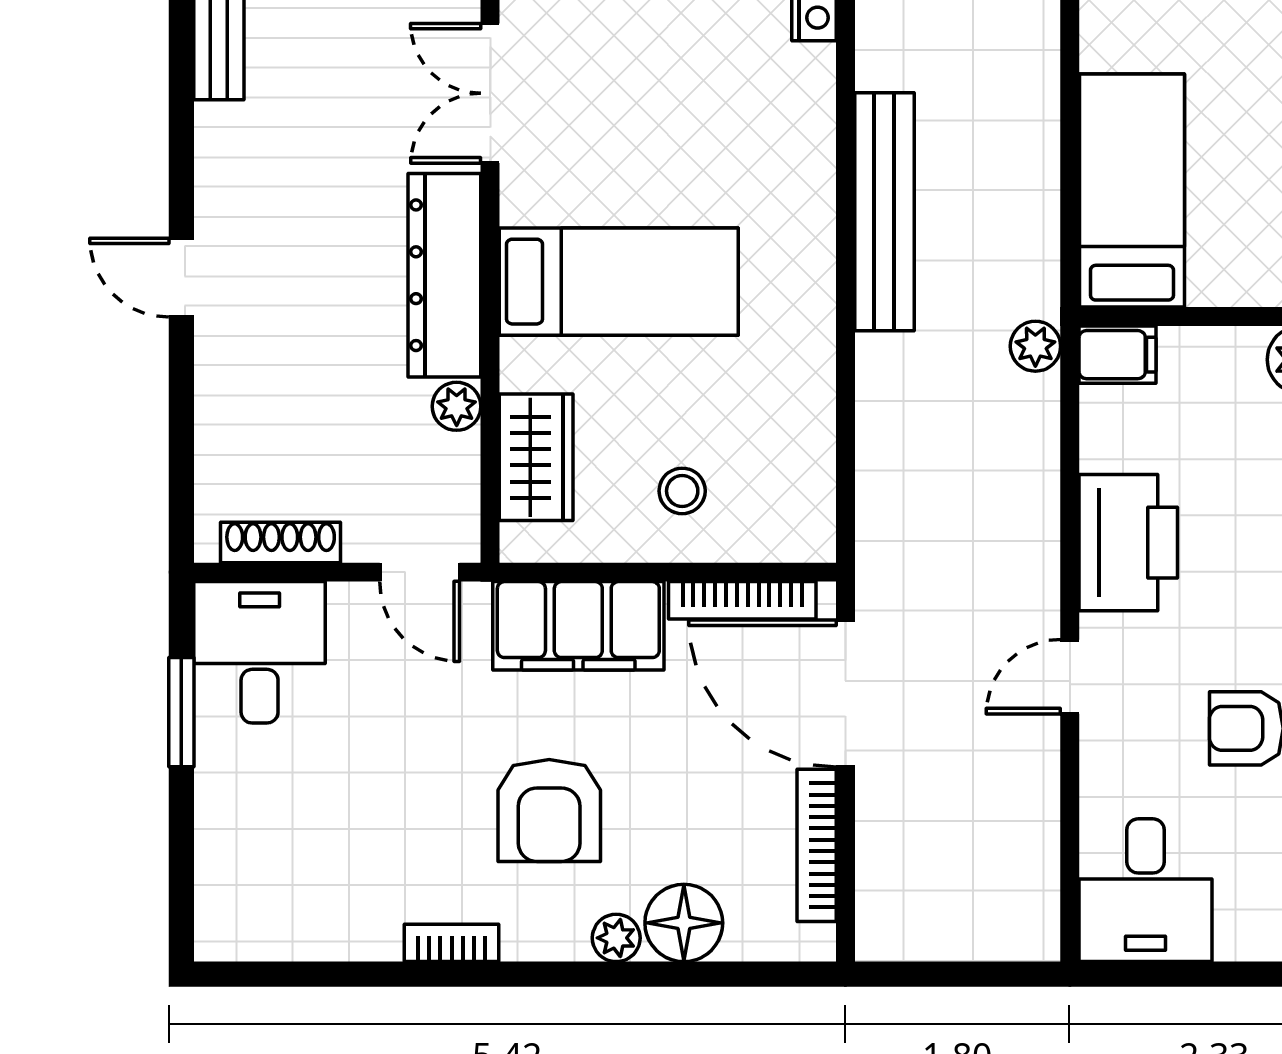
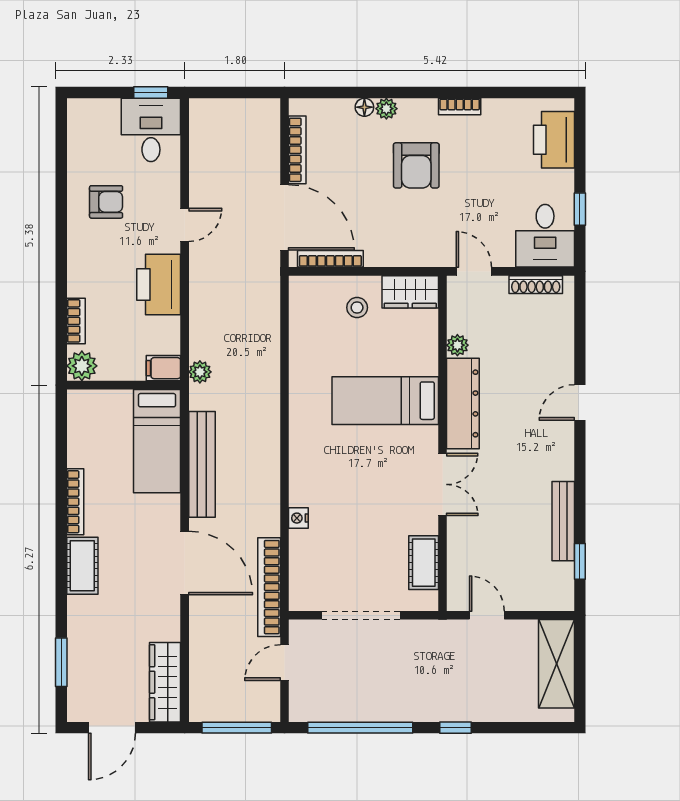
bench: (884, 212) -> (202, 464), moved
door: (181, 278) -> (580, 402), swing flipped
wardrobe: (536, 457) -> (410, 292), moved, turned -90
filing cabinet: (578, 626) -> (403, 248), removed
window: (181, 712) -> (580, 209), width x0.67
armchair: (549, 810) -> (416, 165), turned 180
printer: (240, 868) -> (554, 140), added
floor lamp: (684, 923) -> (364, 107), width x0.53, depth x0.53
window: (1146, 974) -> (151, 93), added

